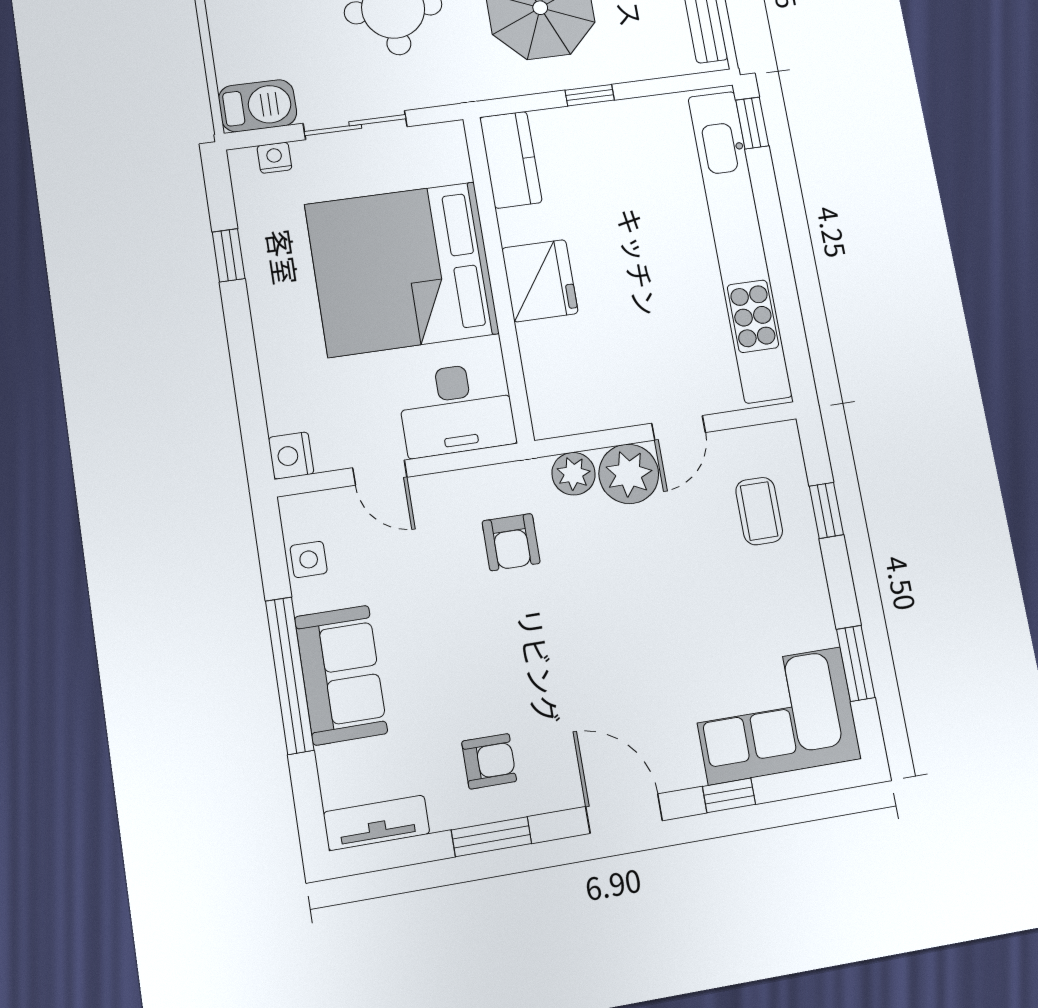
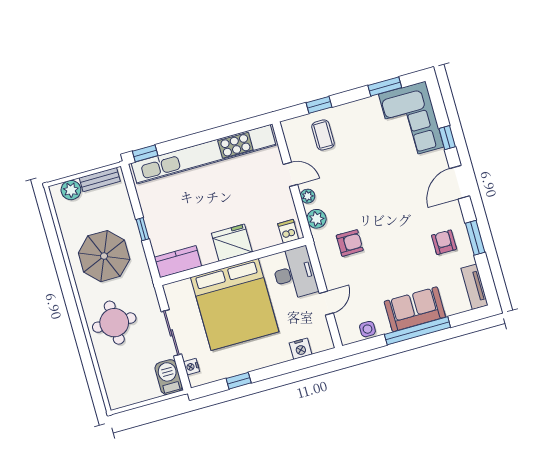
dishwasher: (552, 407) -> (288, 231), added
nightstand: (291, 456) -> (301, 349), moved
plant: (629, 474) -> (308, 196), width x0.53, depth x0.53
coffee table: (759, 511) -> (323, 135), turned 90

